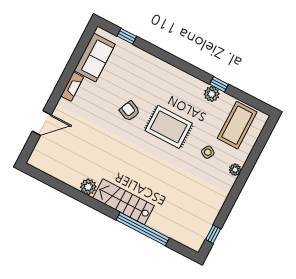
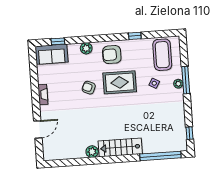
sofa: (95, 57) -> (52, 54), moved, turned 90
armchair: (179, 89) -> (112, 55), added
plant: (212, 94) -> (86, 48), moved
window: (246, 171) -> (186, 80), added
window: (143, 229) -> (160, 156), moved

